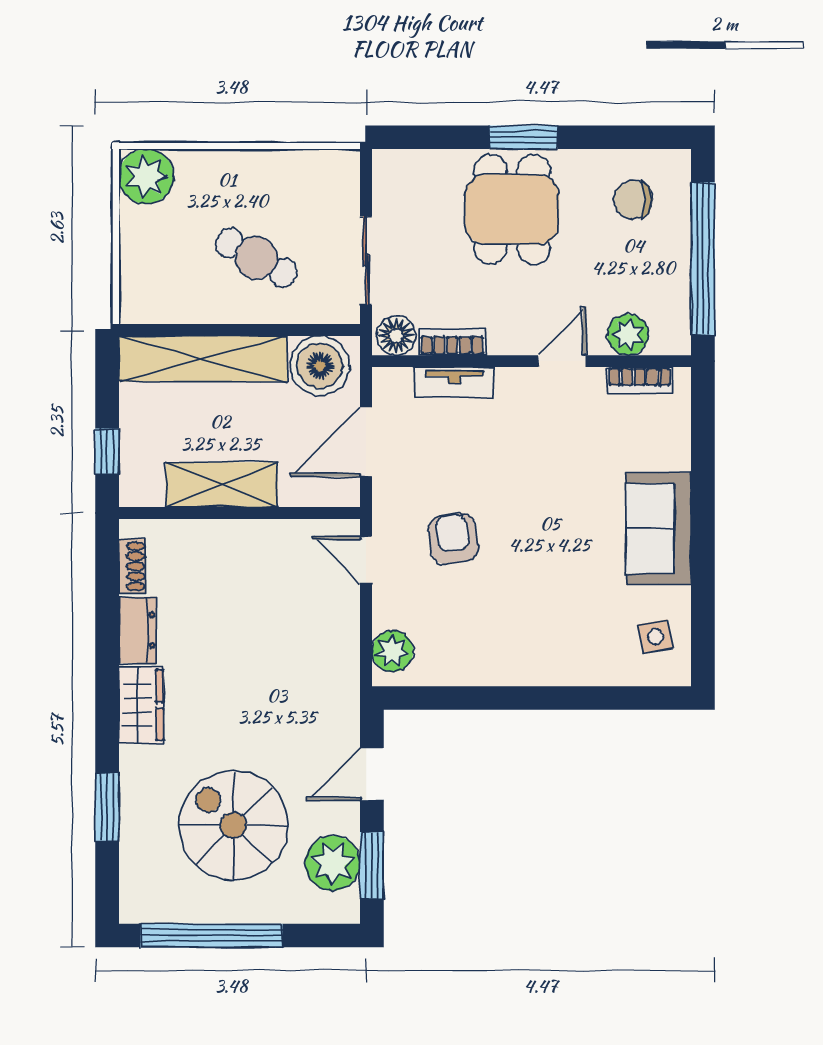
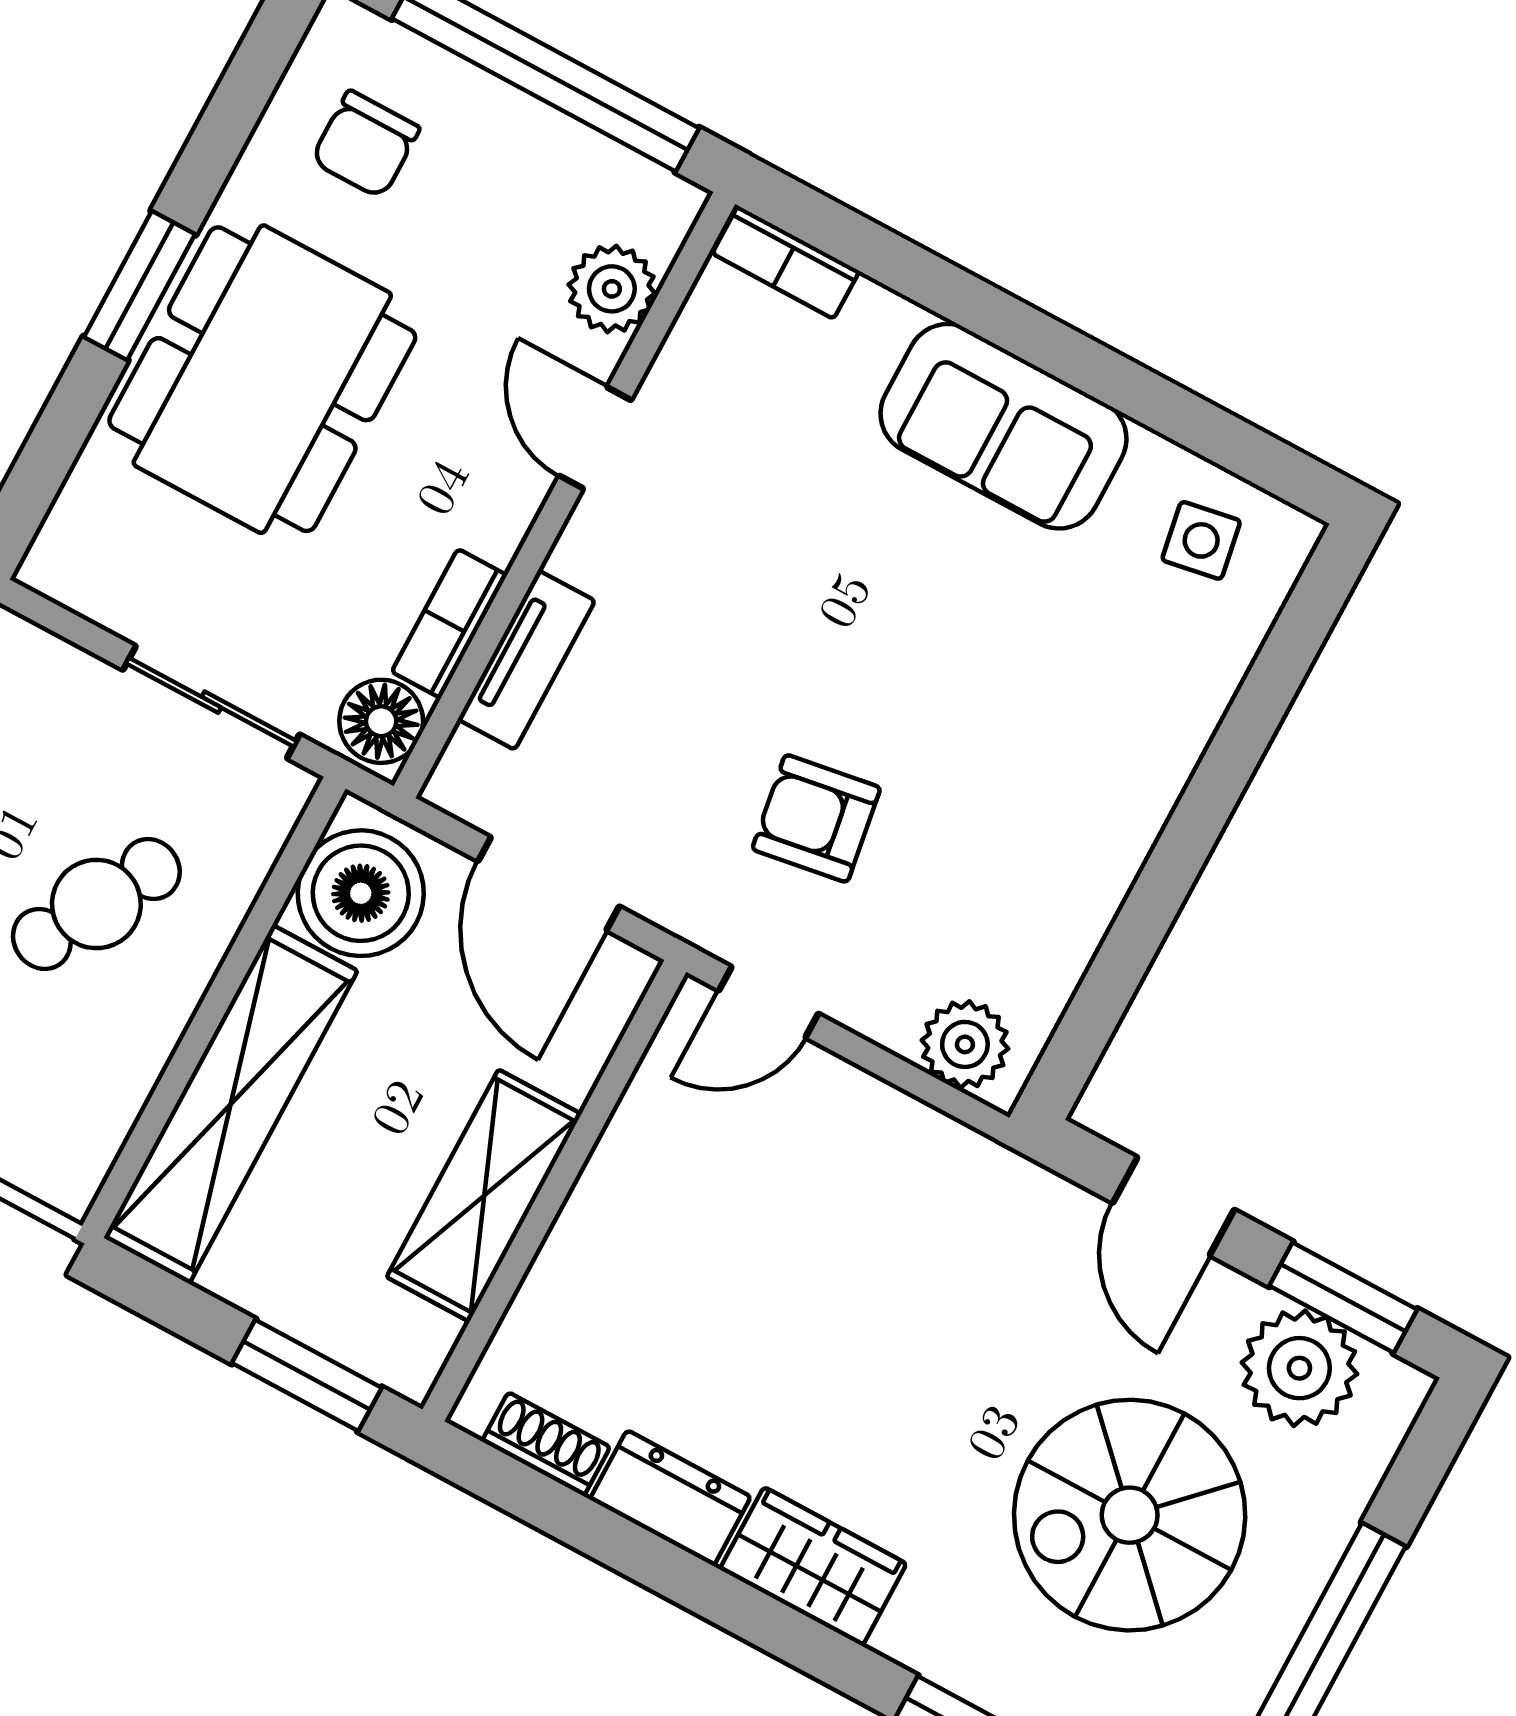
dining table: (512, 209) -> (262, 379), width x1.38
bookcase: (640, 380) -> (786, 262), moved, turned 90
window: (107, 451) -> (307, 1375), width x1.50

